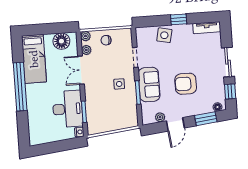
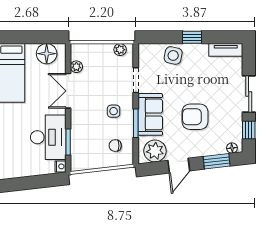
plant: (85, 36) -> (120, 50), moved
chair: (106, 40) -> (115, 146), moved
plant: (160, 117) -> (155, 151), width x1.87, depth x1.87

